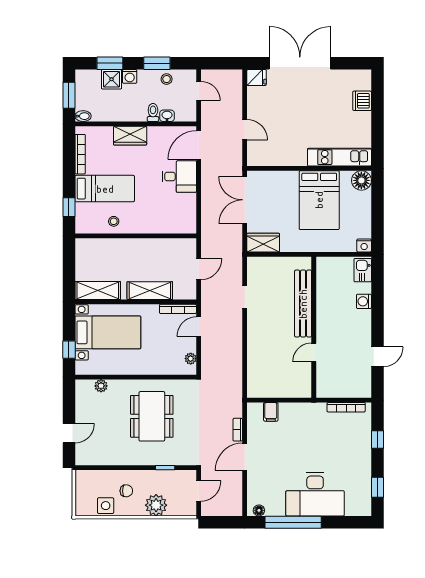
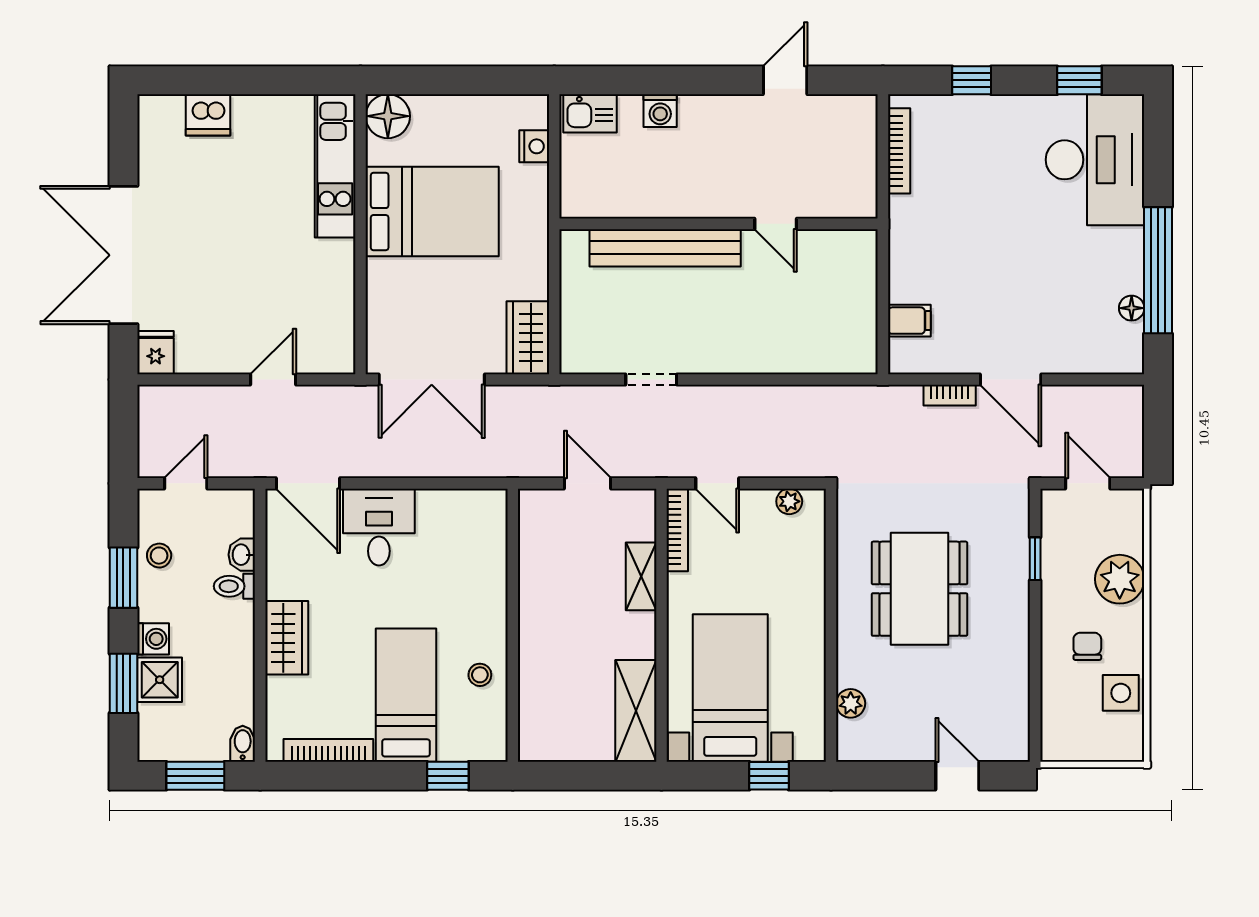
nightstand: (364, 245) -> (534, 146), moved
shelving: (150, 291) -> (641, 576), width x0.67, depth x0.75
door: (377, 357) -> (785, 80), hinge flipped
dining table: (152, 416) -> (919, 589), turned 90
desk: (315, 494) -> (1095, 160), moved
floor lamp: (259, 510) -> (1132, 308), moved

